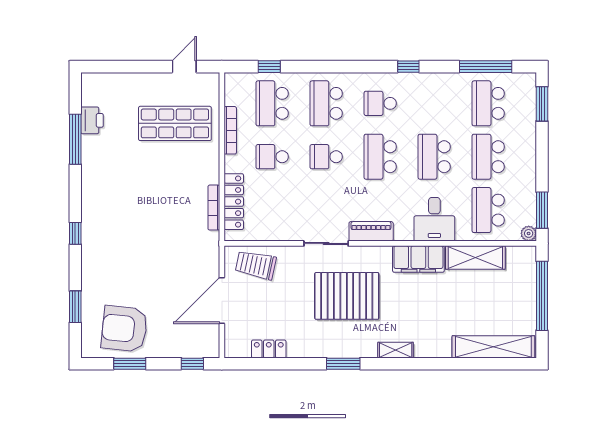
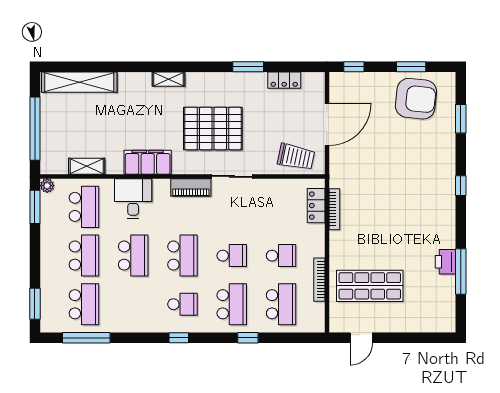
window: (269, 67) -> (248, 338), moved
window: (408, 67) -> (179, 338), moved
printer: (92, 120) -> (445, 262), moved
locker: (234, 202) -> (316, 206), width x0.66
shelving: (475, 258) -> (87, 166), width x0.67, depth x0.75
window: (343, 364) -> (248, 67), moved

